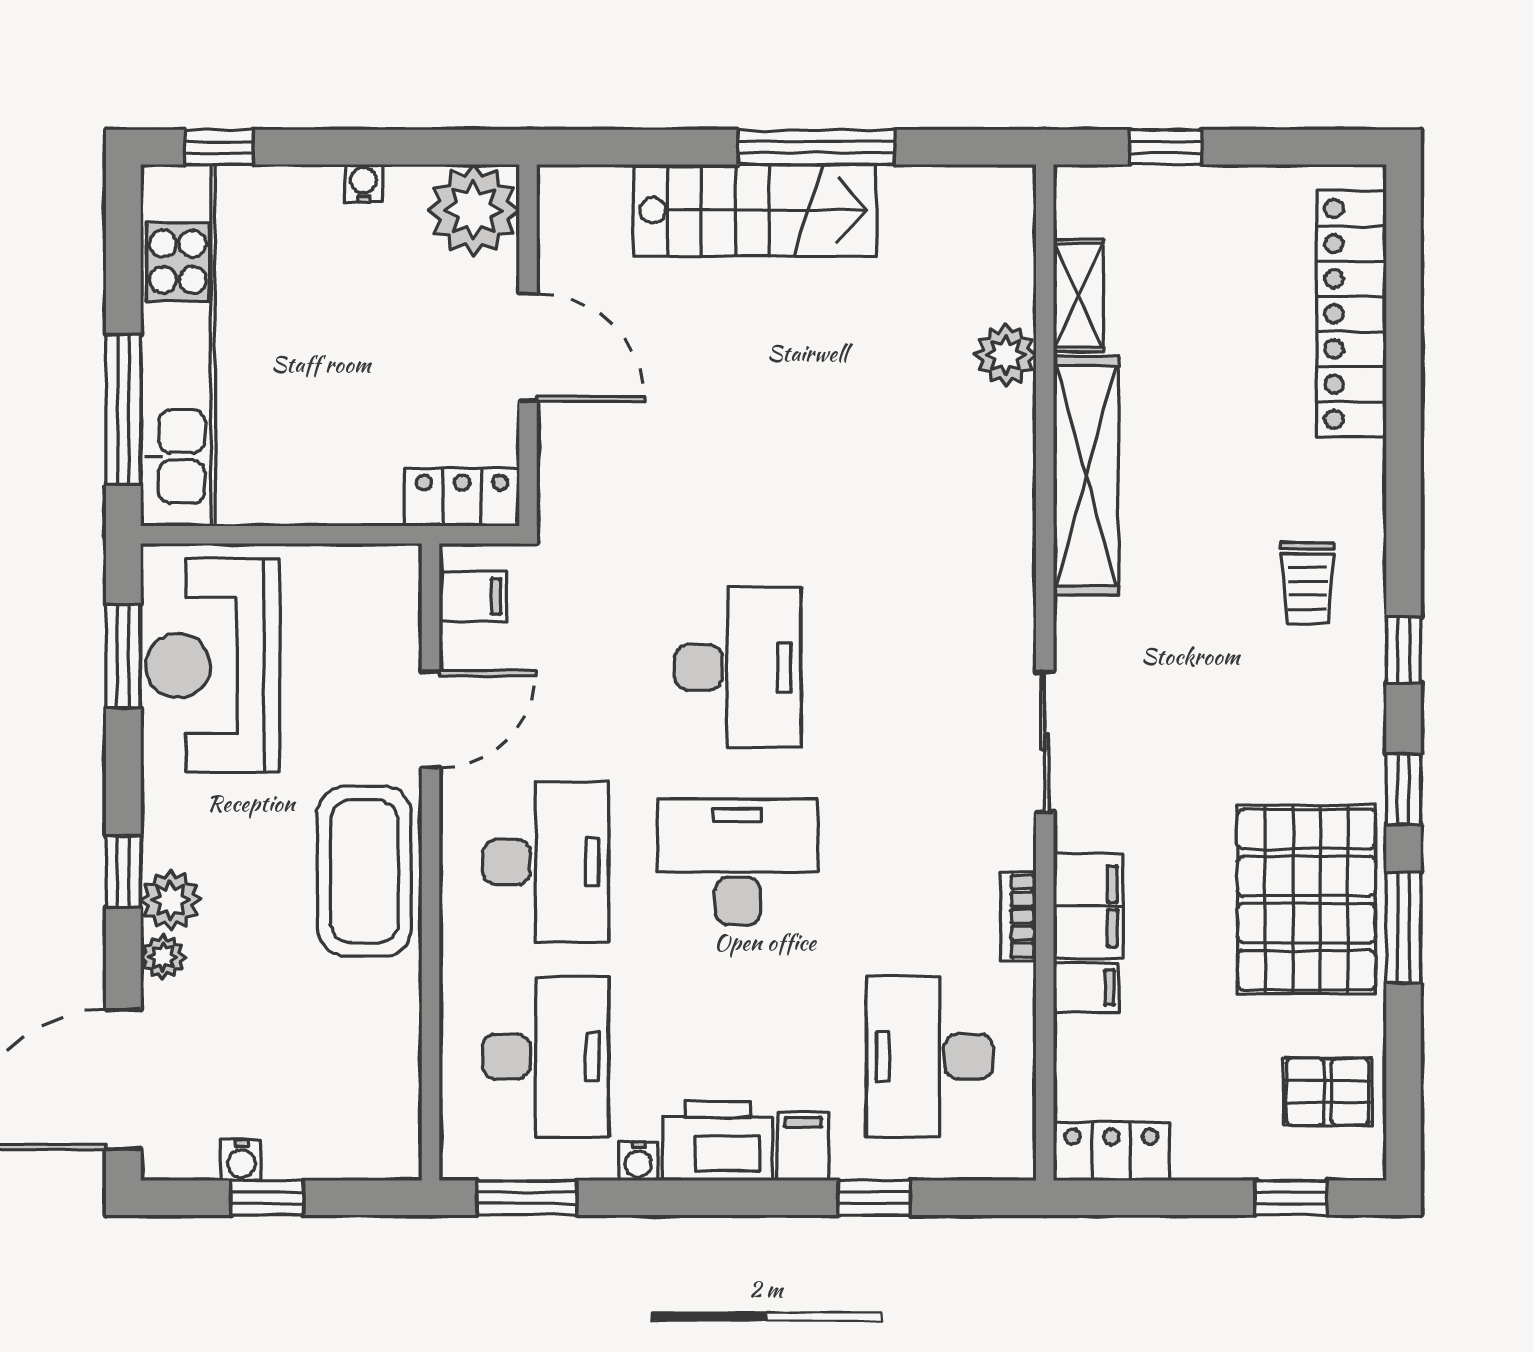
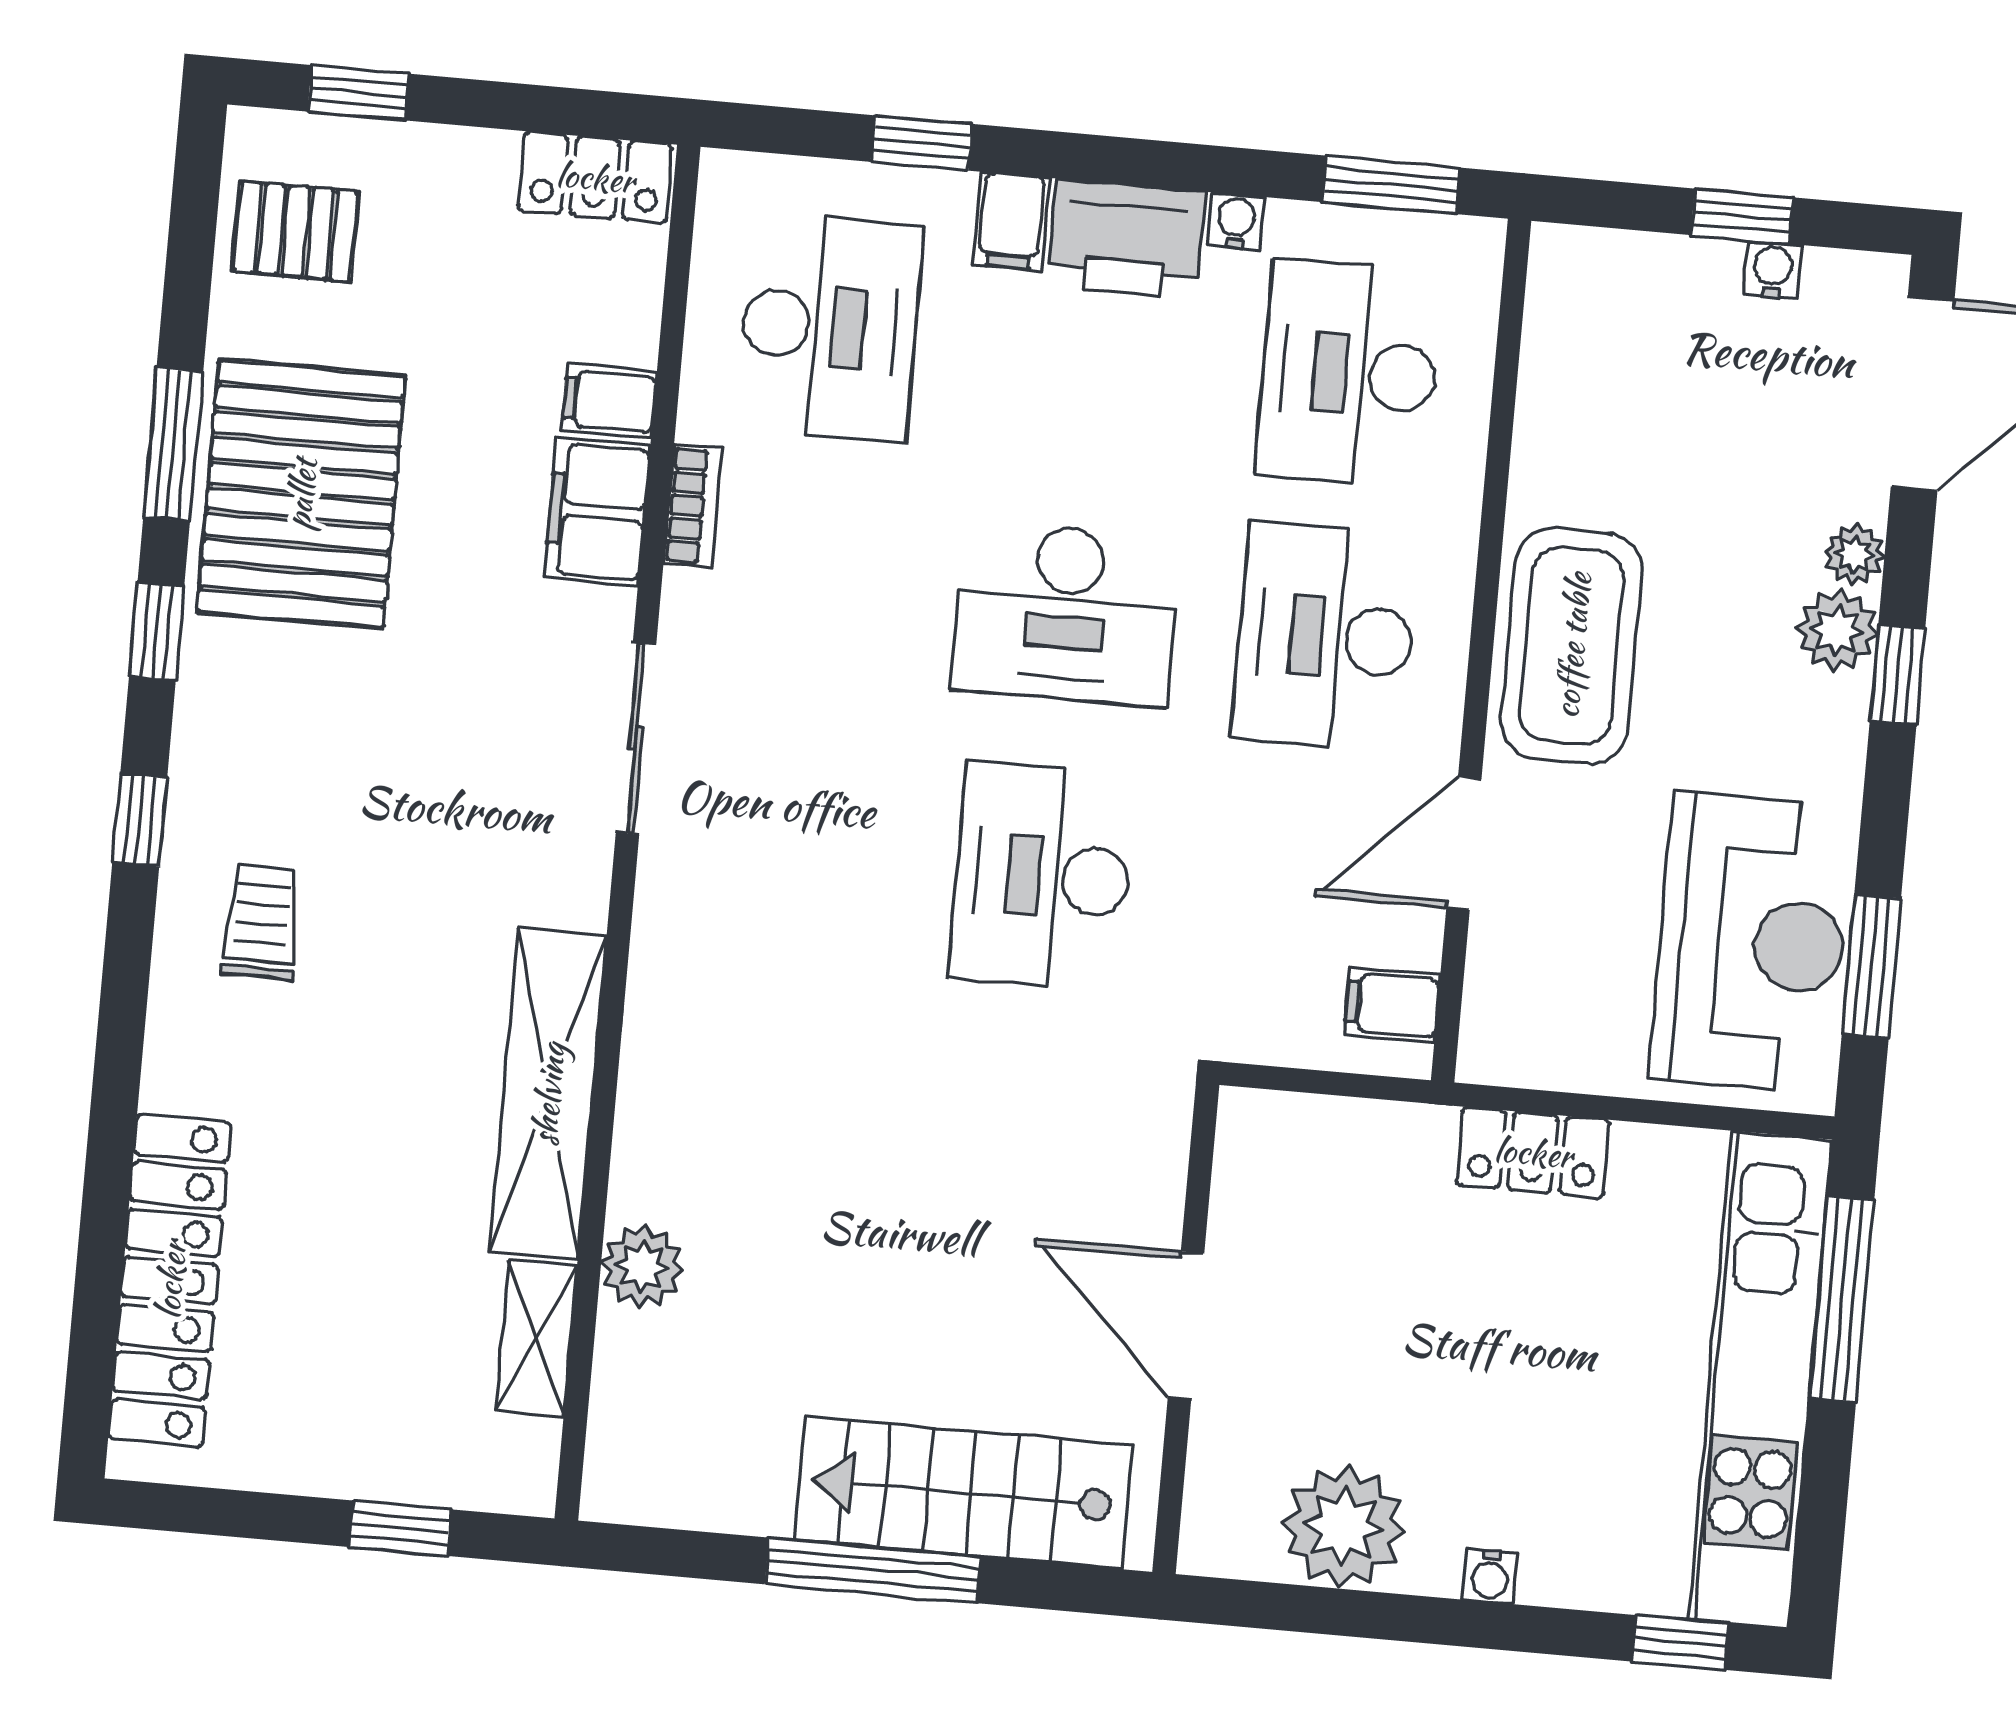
wall: (528, 345) -> (1186, 1328), moved
door: (528, 347) -> (1186, 1326), moved
locker: (462, 497) -> (1533, 1152), moved

